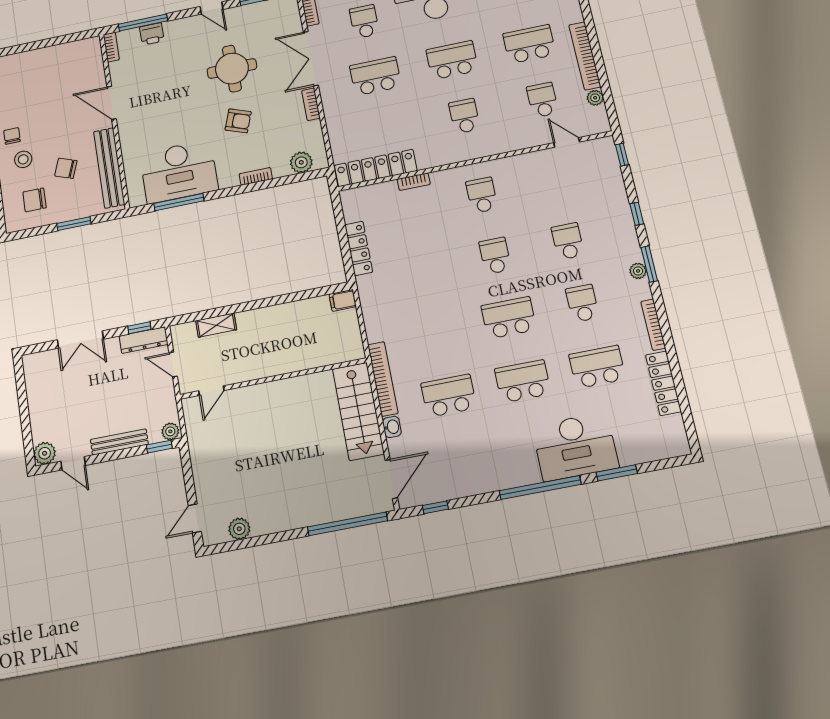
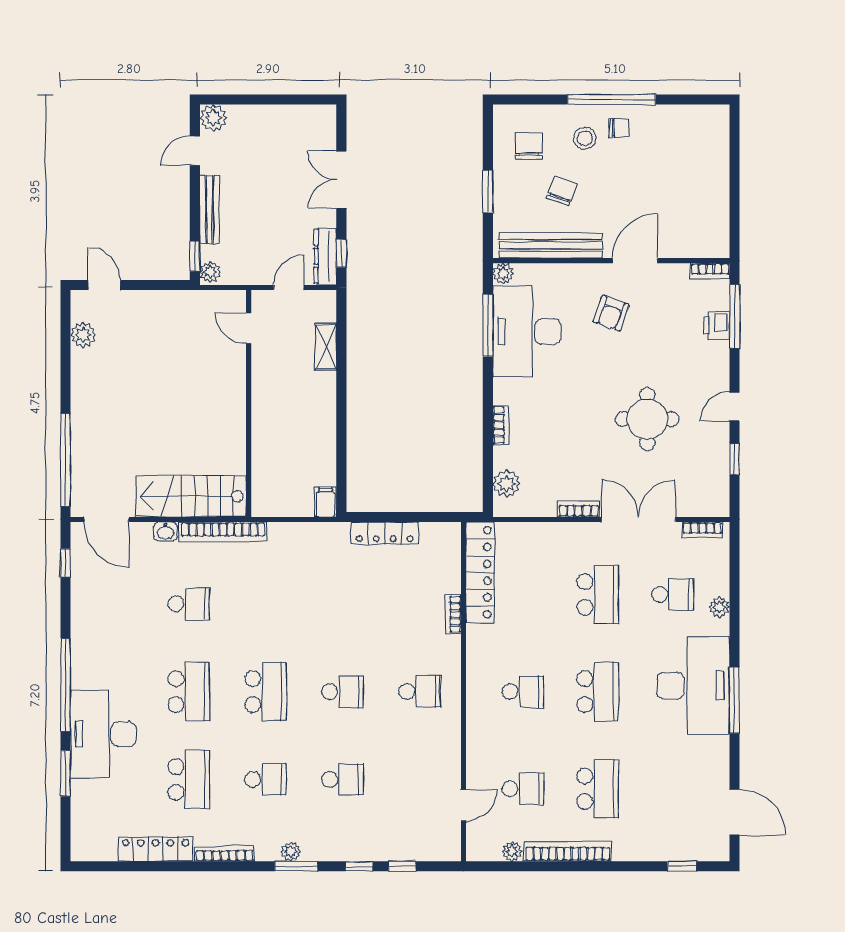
armchair: (238, 121) -> (611, 313), moved
window: (622, 155) -> (402, 866), moved
plant: (136, 199) -> (503, 274), added
school desk: (449, 396) -> (189, 604), width x0.54

